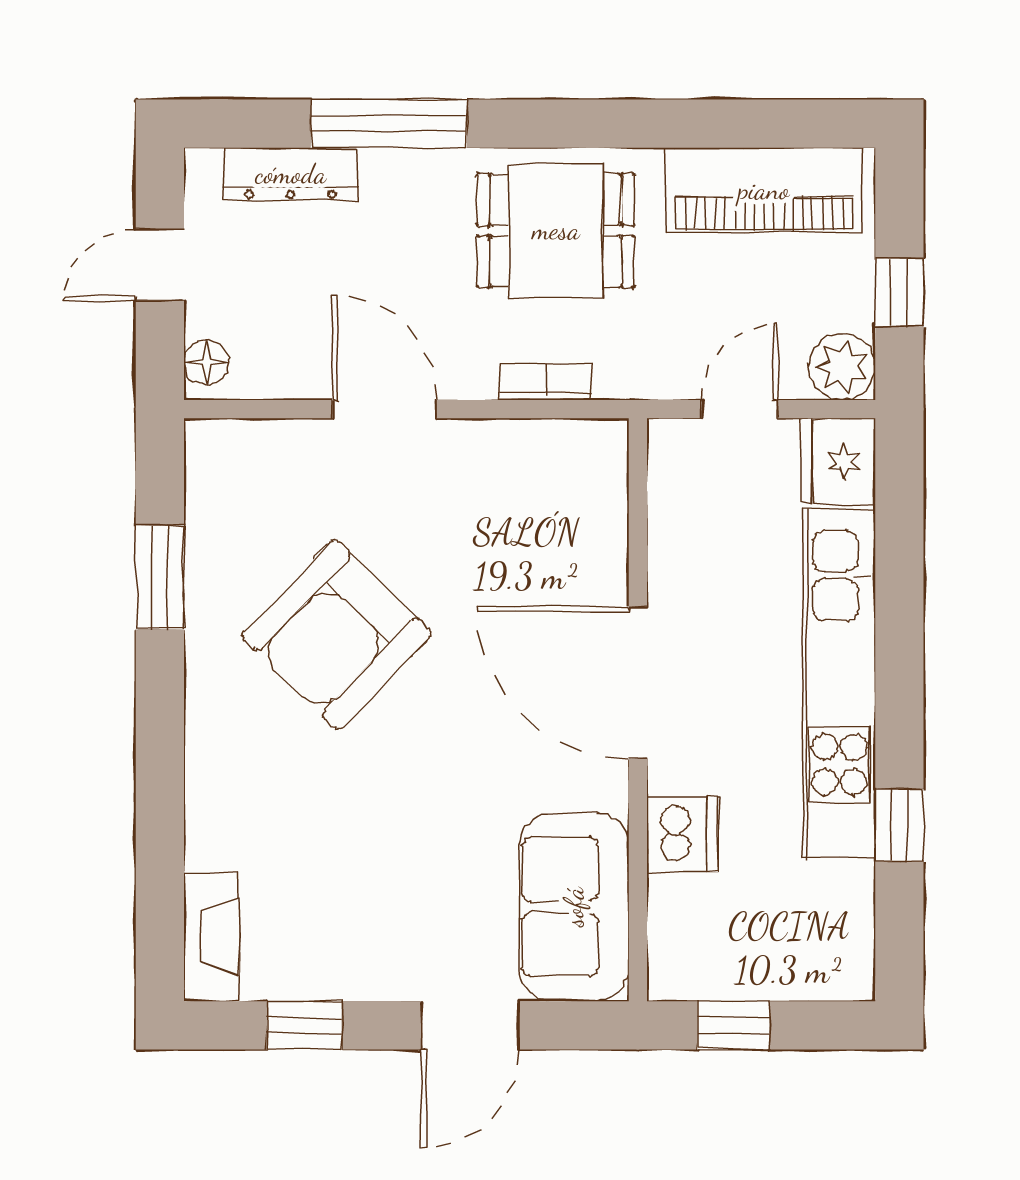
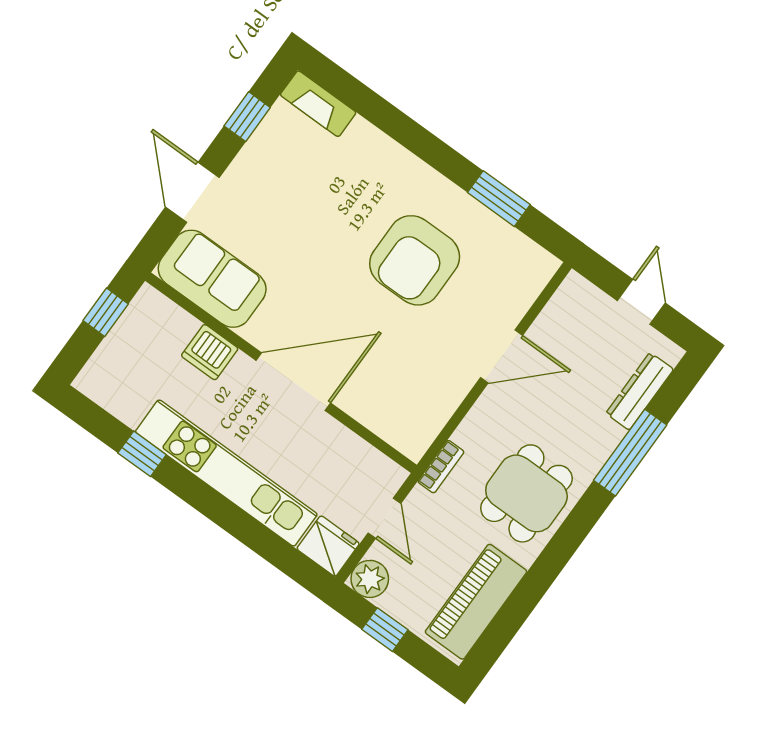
floor lamp: (206, 362) -> (582, 291), removed
bookcase: (546, 382) -> (441, 467), moved
armchair: (337, 634) -> (415, 260), turned -134

